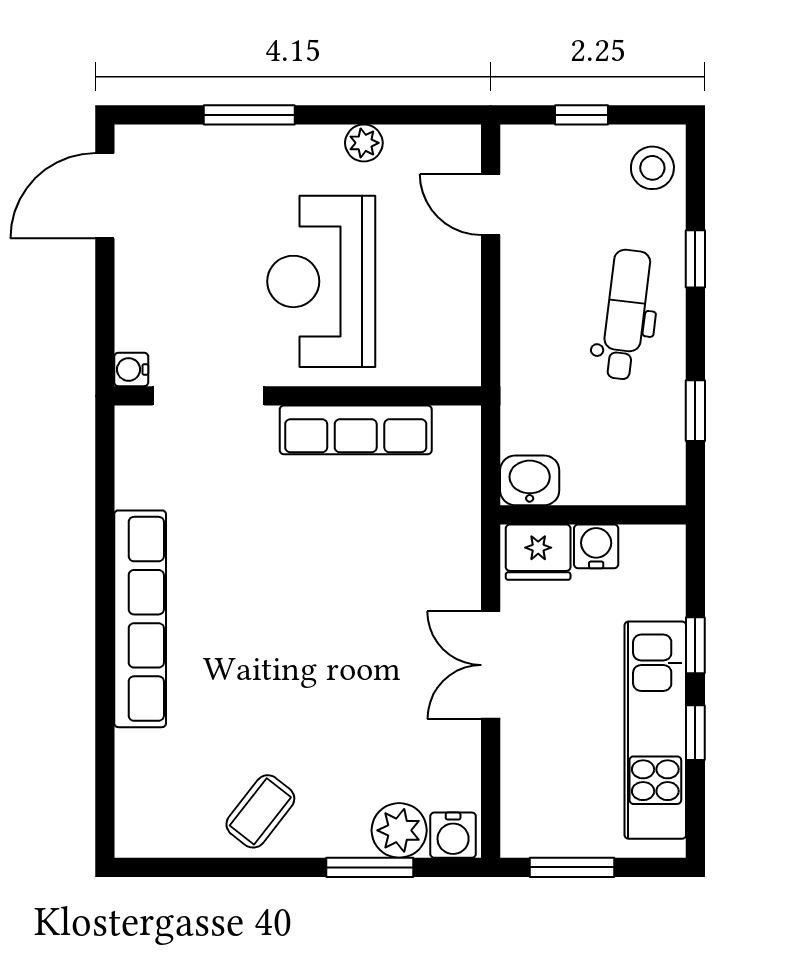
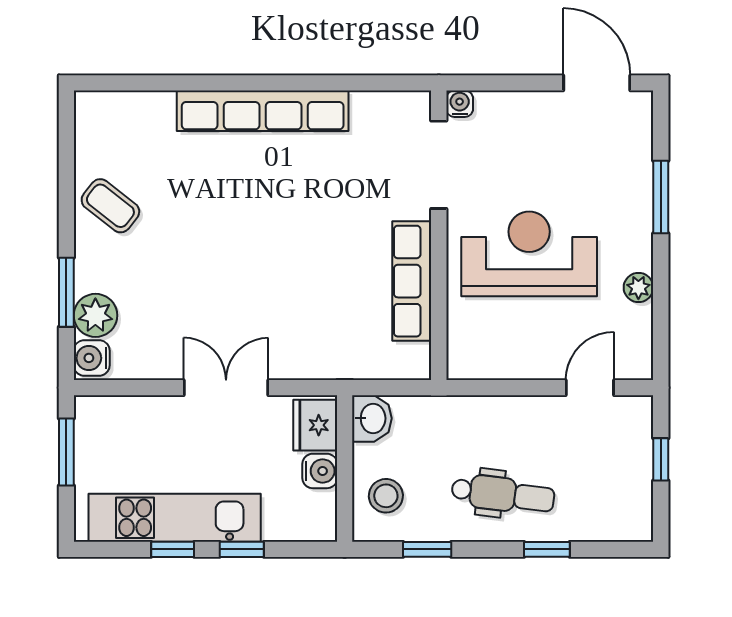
stool: (652, 168) -> (386, 496), moved

